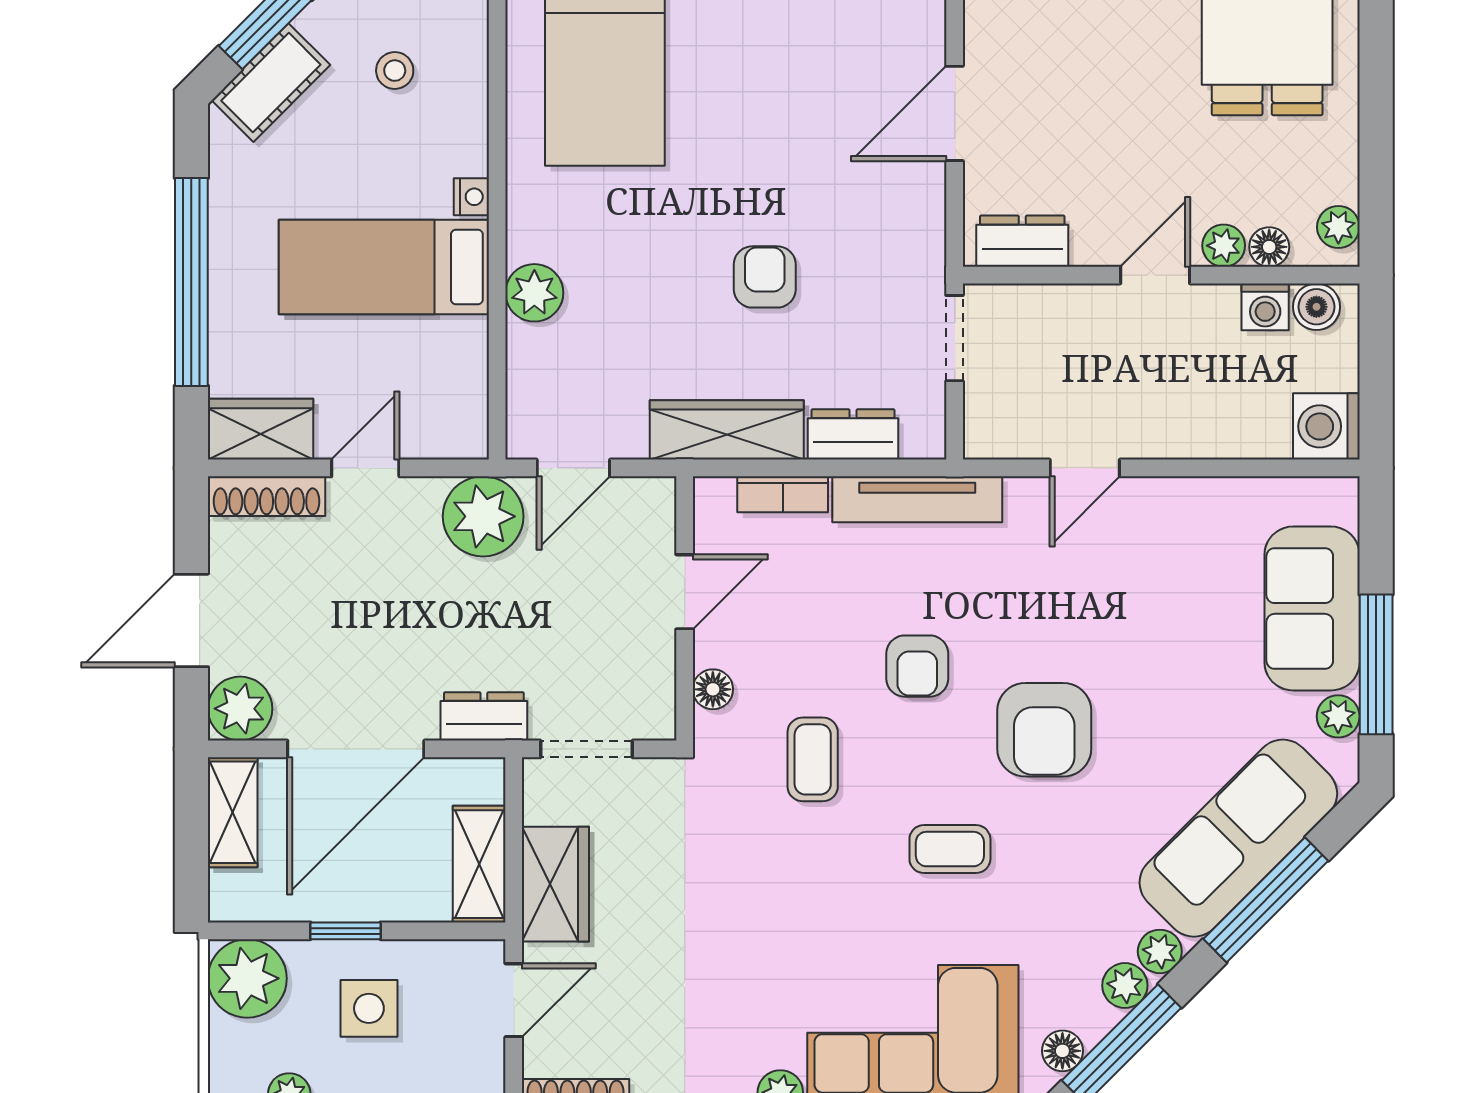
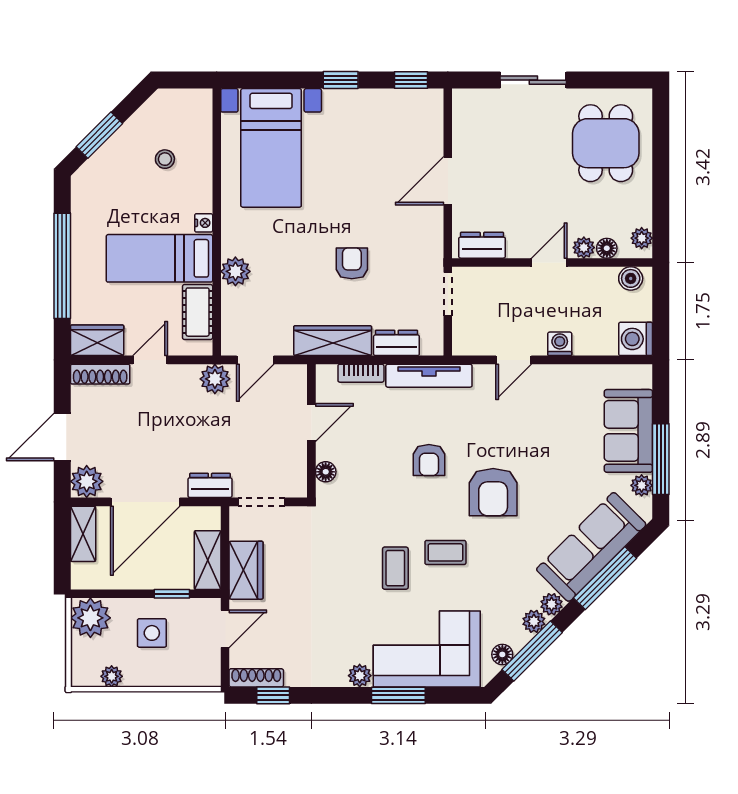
cot: (271, 83) -> (198, 312), moved, turned -45
washing machine: (1265, 307) -> (560, 344), moved, turned 180
plant: (483, 516) -> (215, 379), width x0.73, depth x0.73
coffee table: (813, 759) -> (395, 568), moved
window: (345, 931) -> (172, 594), moved

